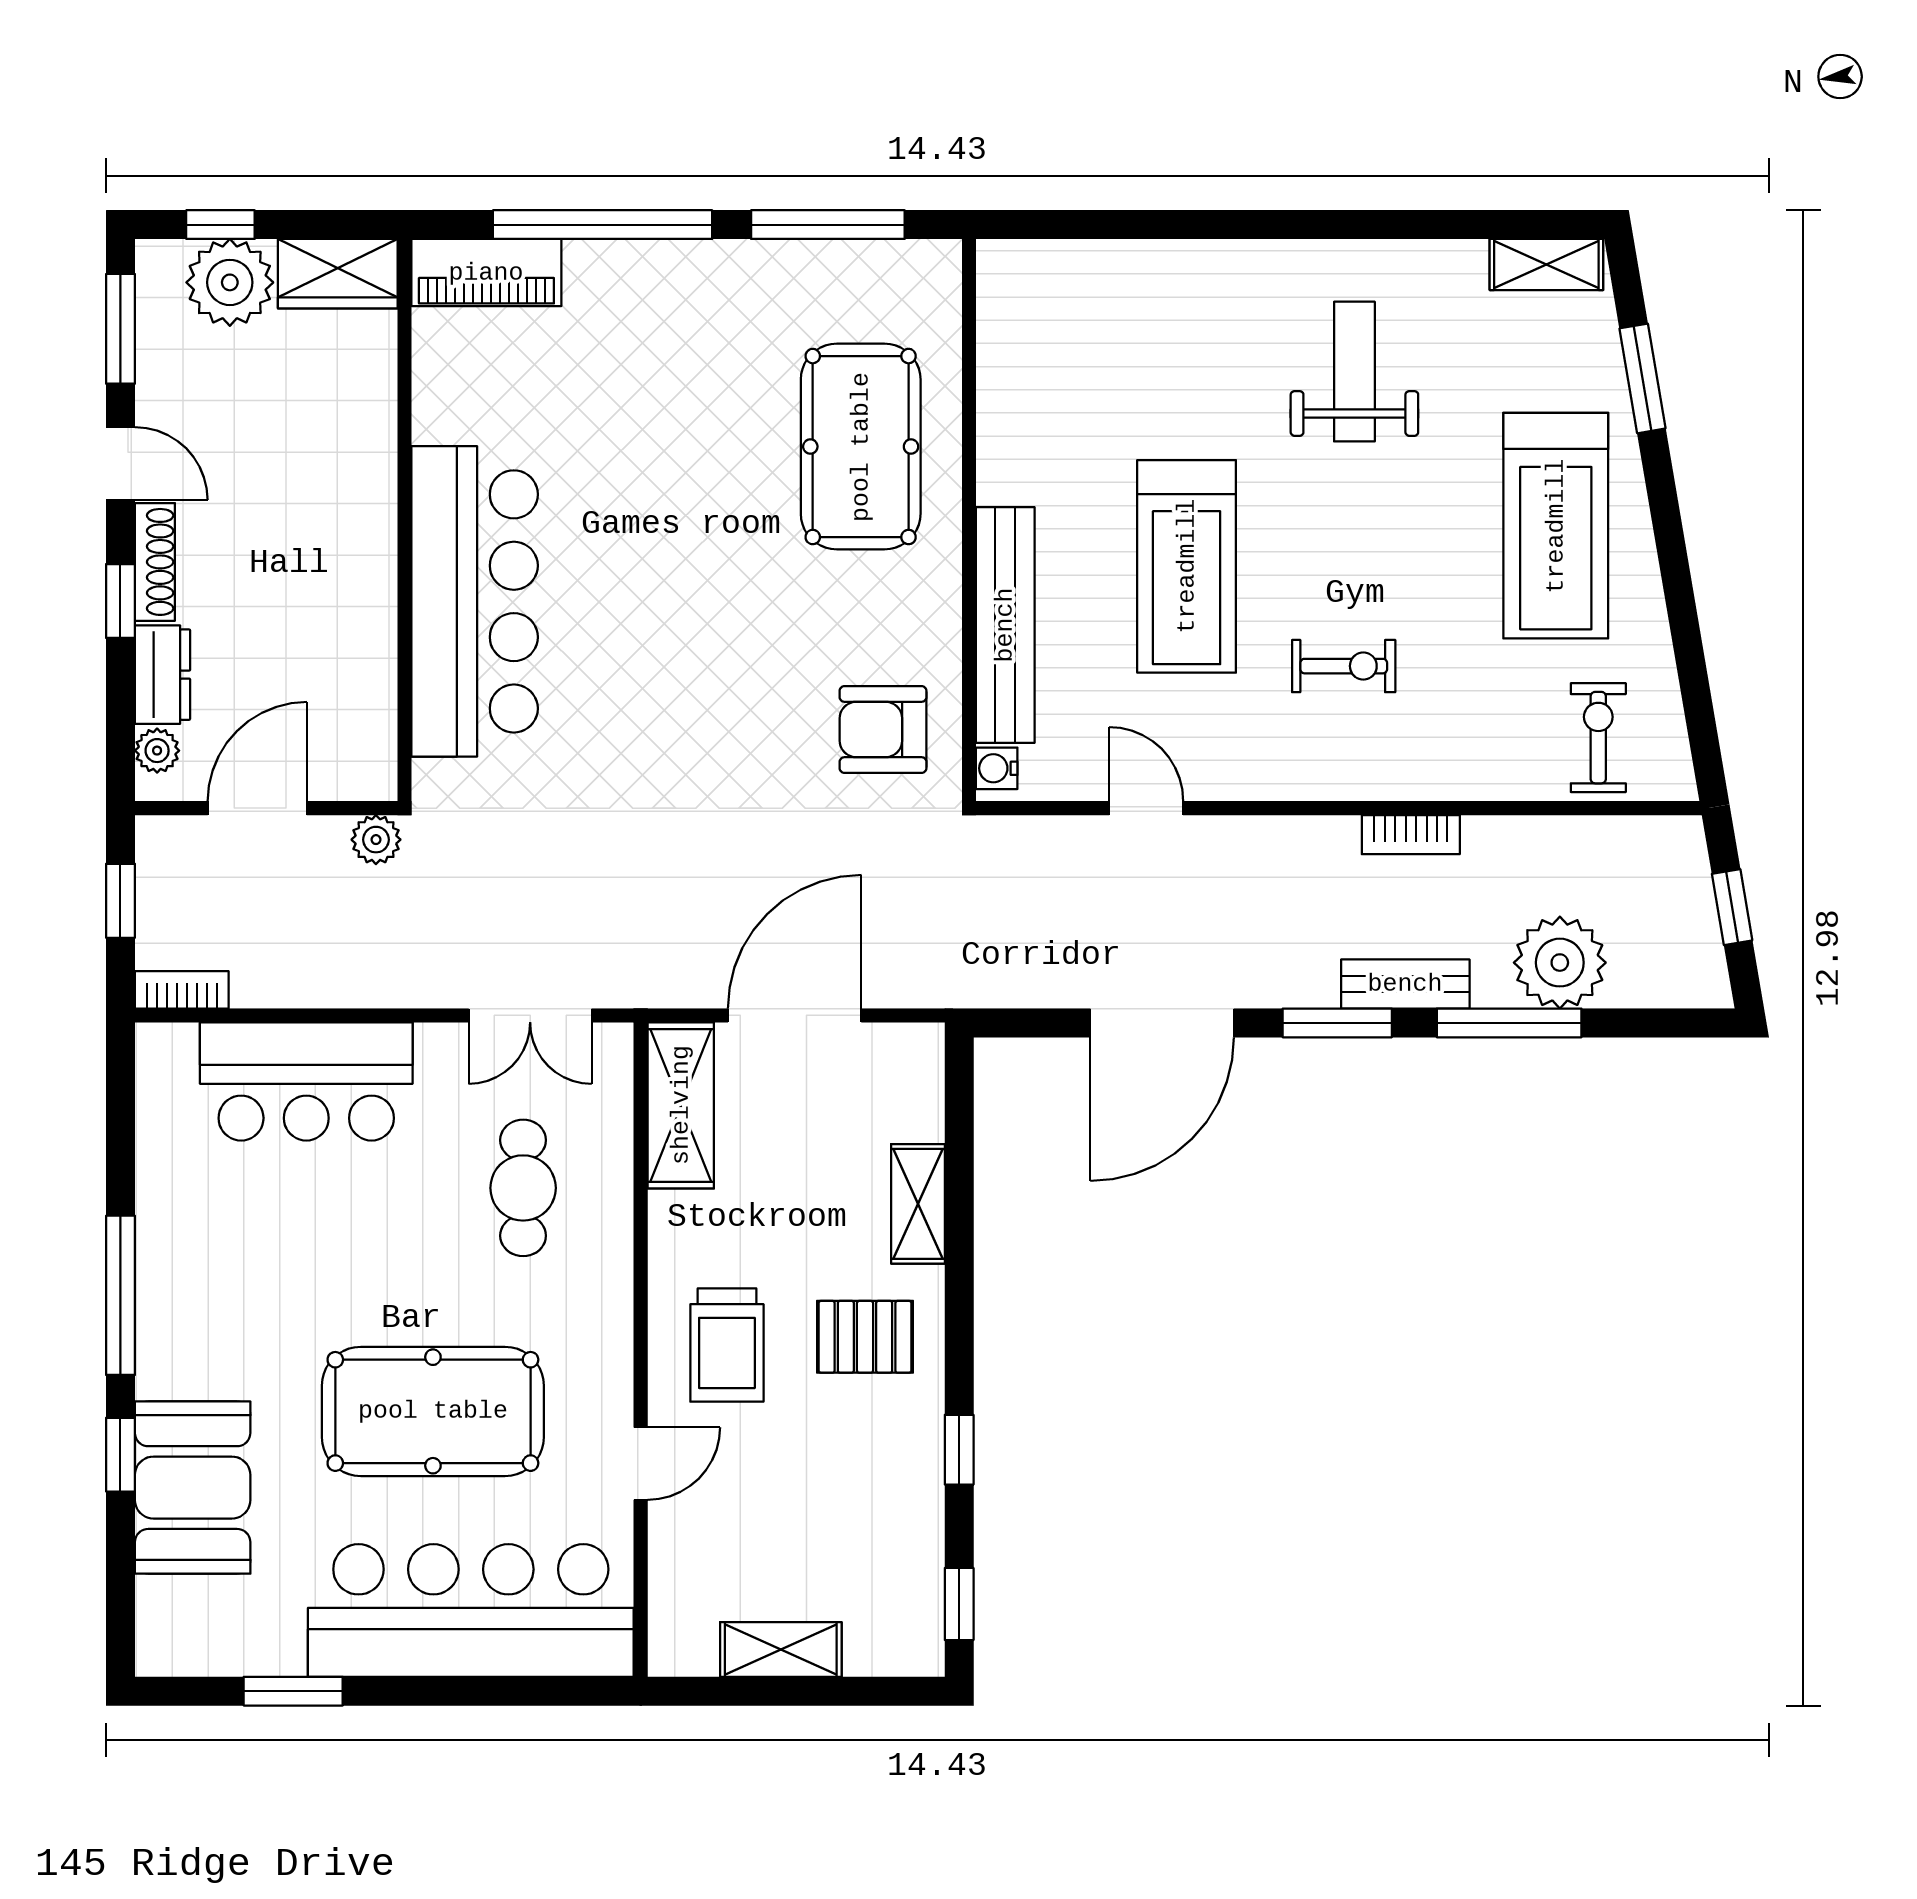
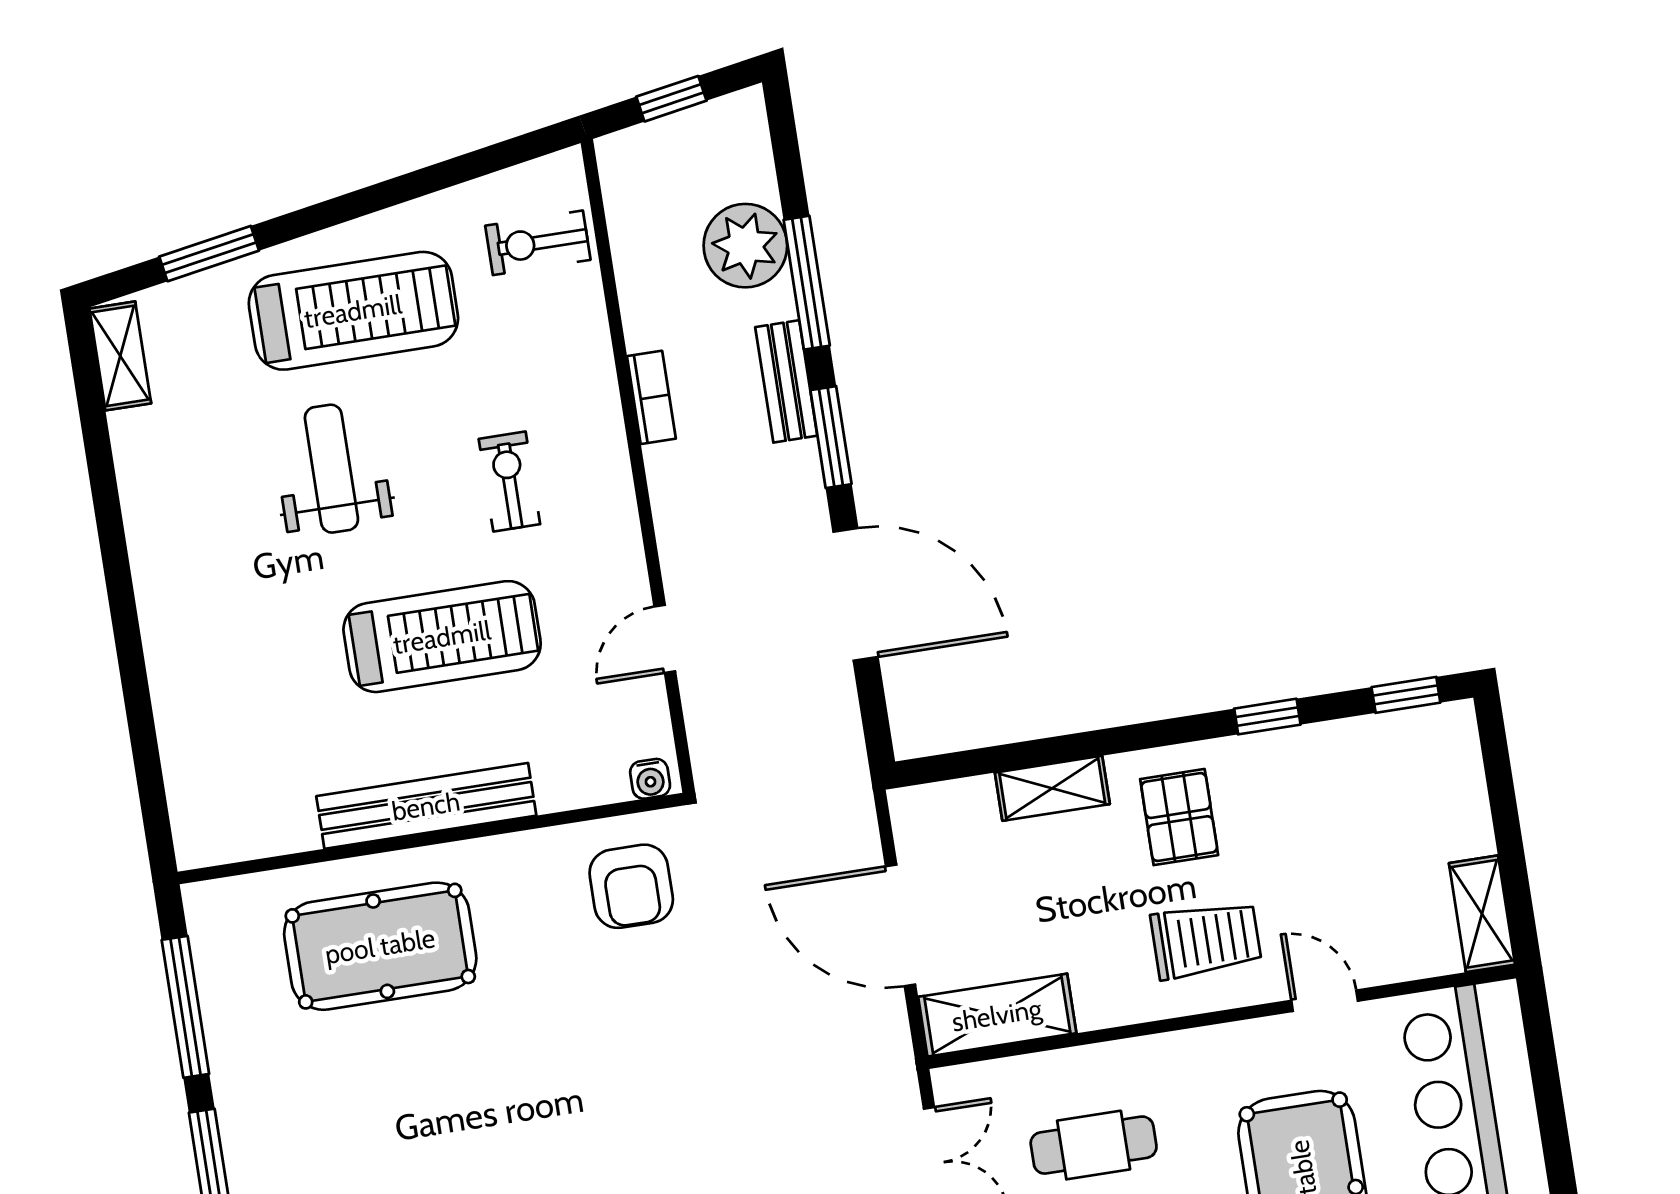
weight bench: (1354, 372) -> (331, 469), moved, turned 90
bench: (1005, 625) -> (426, 806), moved
shelving: (781, 1649) -> (1482, 914), moved

